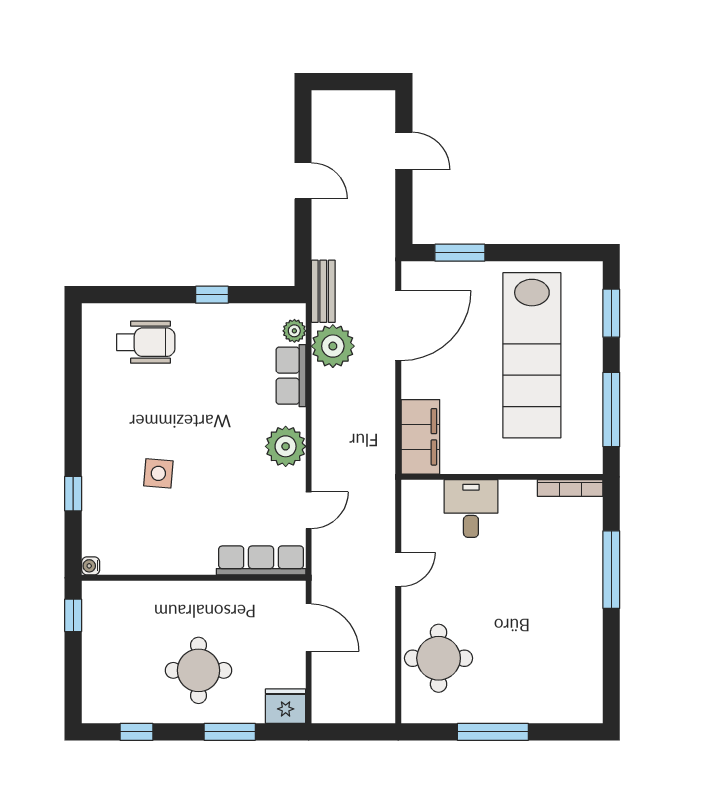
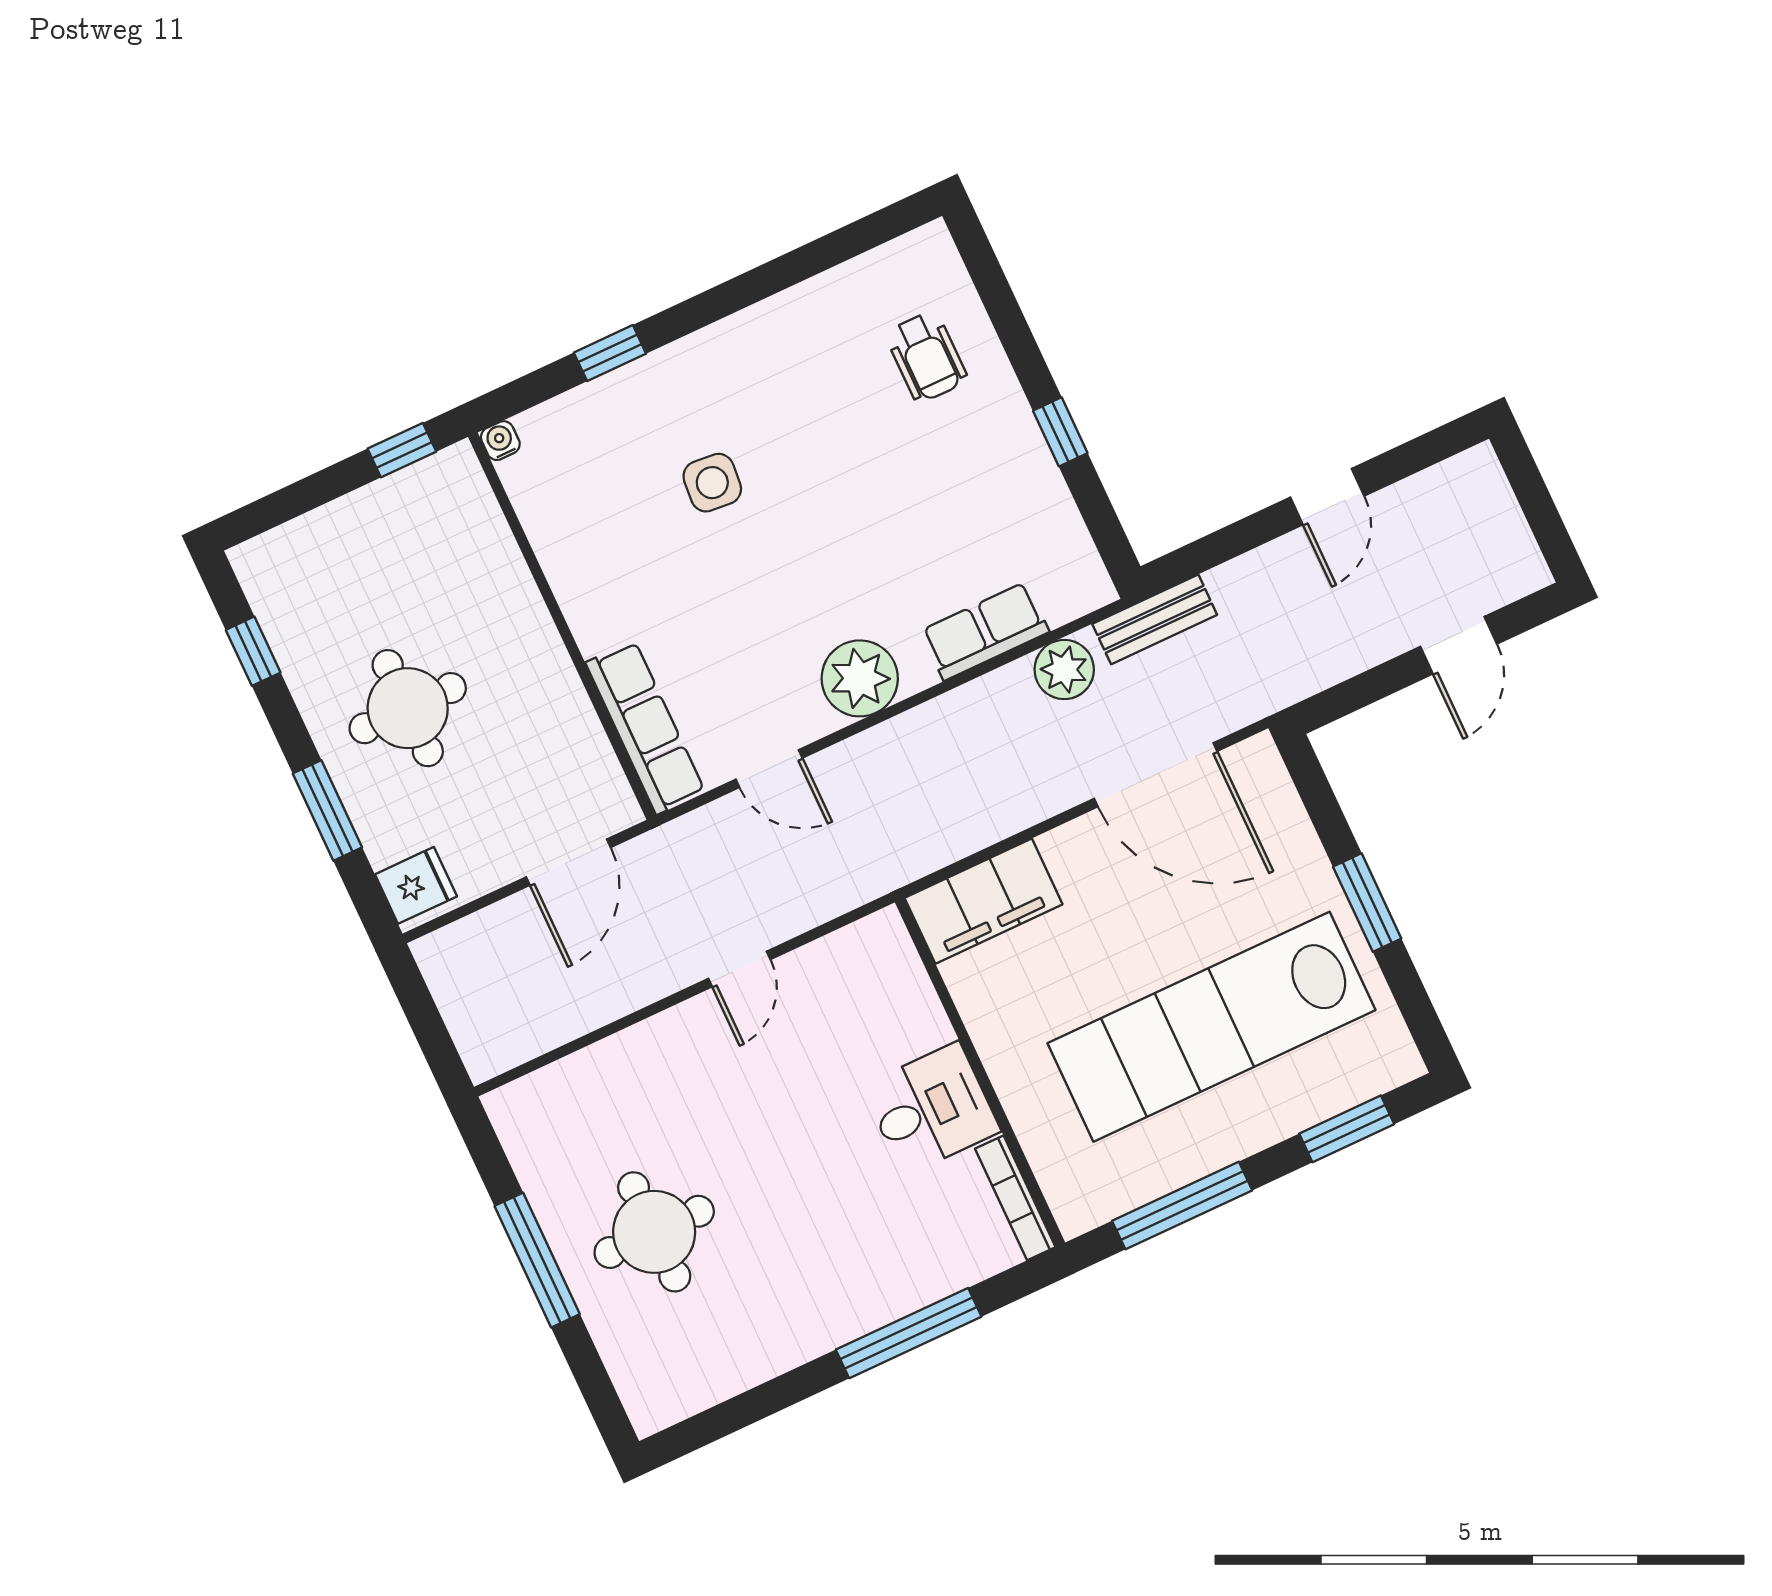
window: (460, 253) -> (1367, 903), moved
plant: (294, 331) -> (1064, 601), removed
wheelchair: (146, 342) -> (926, 357), width x0.73, depth x0.73
plant: (333, 346) -> (1064, 670), width x0.73, depth x0.73
desk: (471, 509) -> (931, 1109), moved
door: (398, 569) -> (739, 969), hinge flipped
round table: (439, 658) -> (654, 1232), moved
fridge: (286, 706) -> (416, 885), width x0.72

